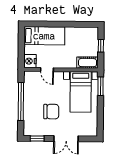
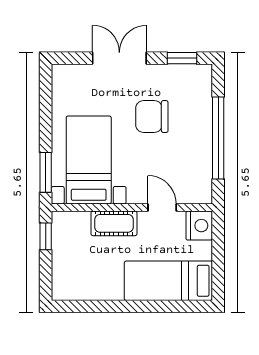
window: (101, 46) -> (46, 236), moved
cot: (88, 63) -> (114, 223), moved

